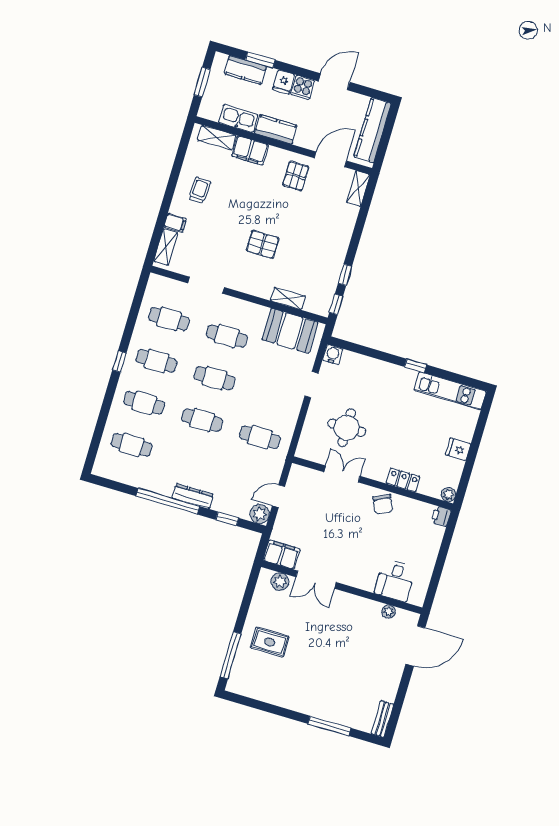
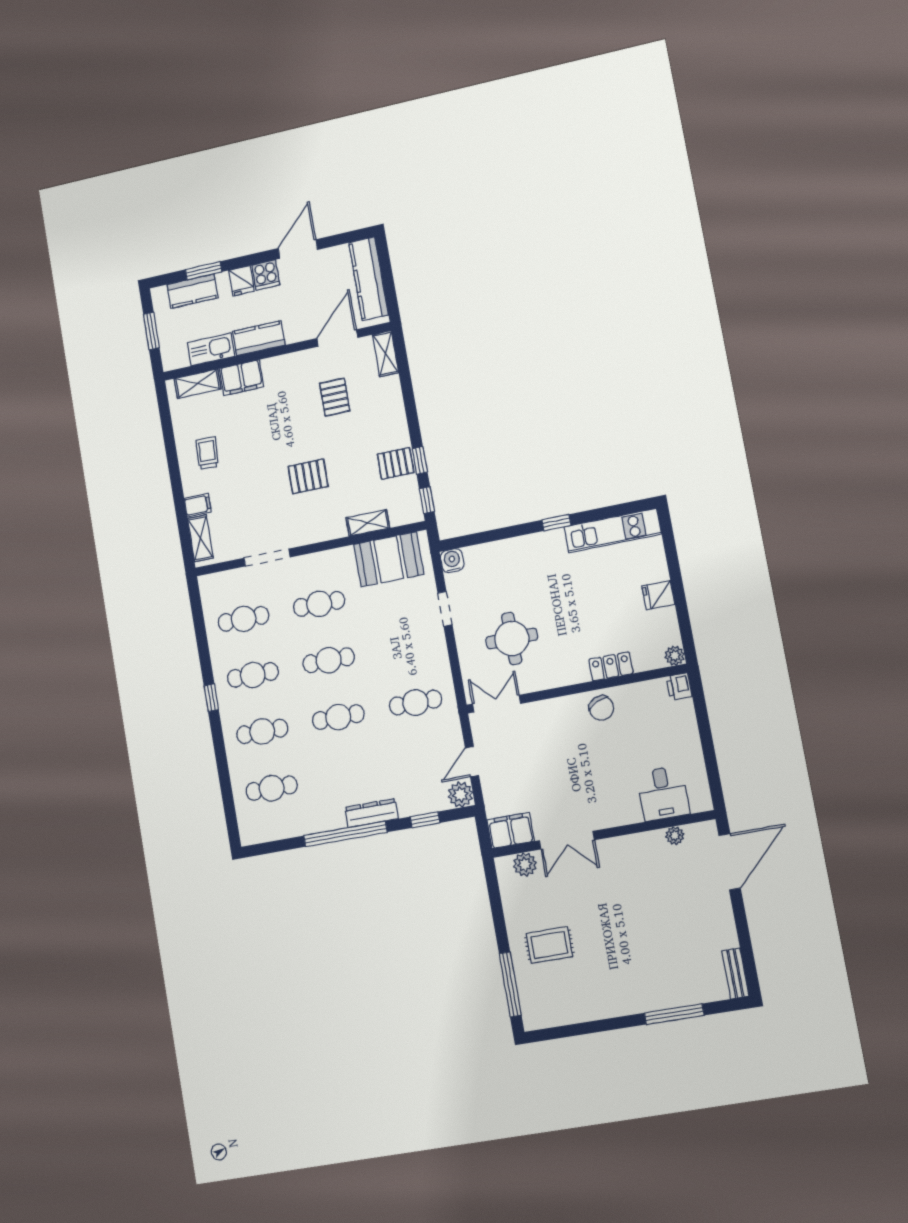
pallet: (296, 176) -> (335, 397), moved
pallet: (327, 268) -> (396, 463), added
double door: (342, 474) -> (497, 704), moved

